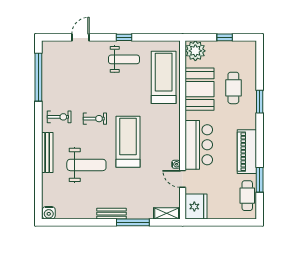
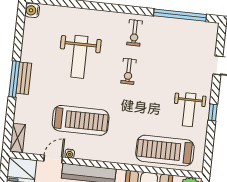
treadmill: (164, 77) -> (165, 151), turned 180
treadmill: (128, 142) -> (81, 120), moved
bench: (47, 152) -> (97, 16), removed
window: (133, 222) -> (14, 79), moved

